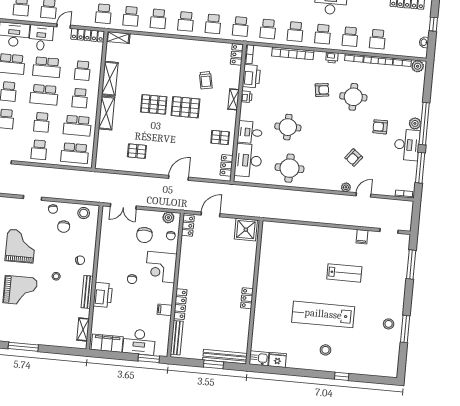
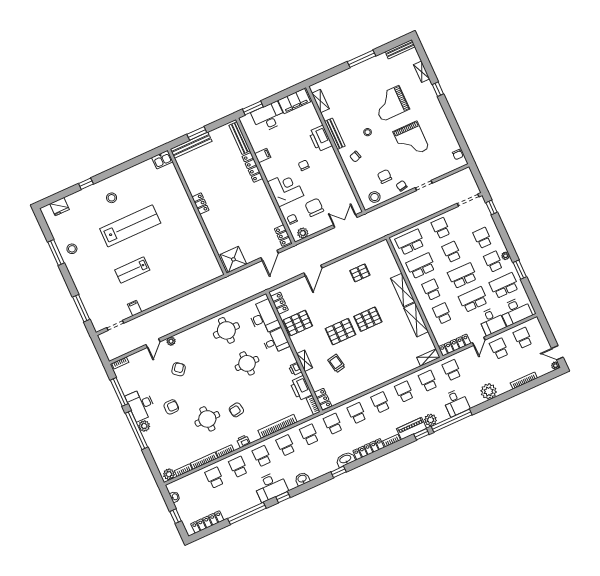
pallet: (220, 137) -> (298, 323), width x1.50, depth x1.42
fridge: (277, 360) -> (59, 207), moved

